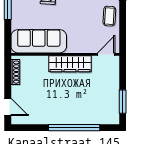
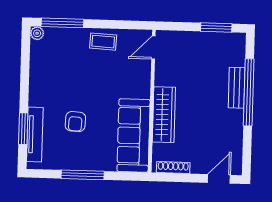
door: (106, 54) -> (153, 47), hinge flipped
wardrobe: (70, 64) -> (164, 115), moved
bench: (77, 118) -> (237, 88), added

